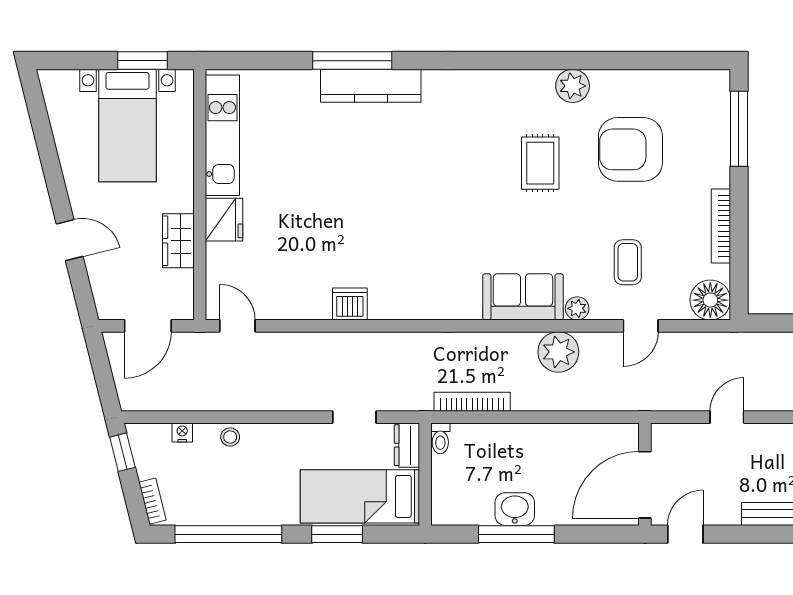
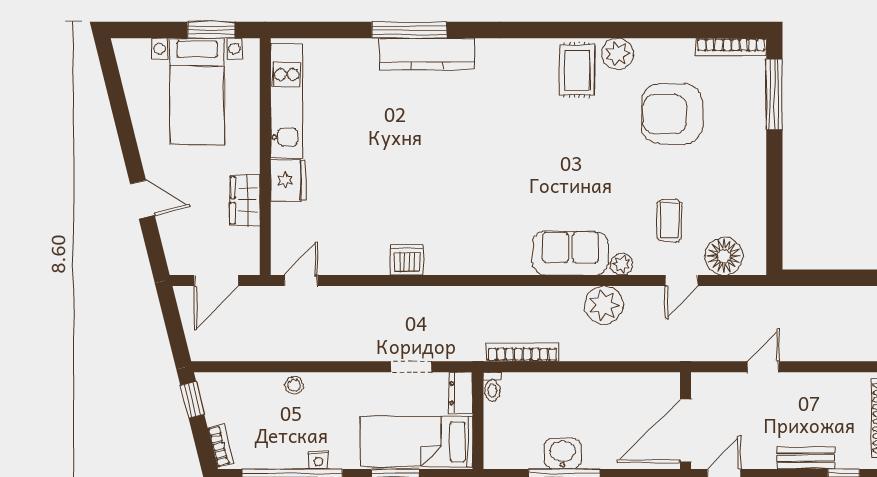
rug: (540, 163) -> (577, 70), moved
bookcase: (721, 226) -> (731, 47), moved, turned -90
floor lamp: (710, 300) -> (724, 256), moved
door: (237, 326) -> (301, 281), hinge flipped
nightstand: (182, 432) -> (318, 460), moved, turned 180

